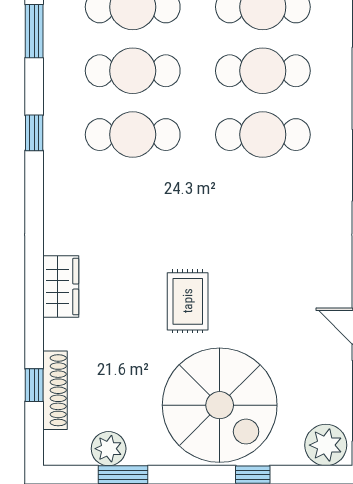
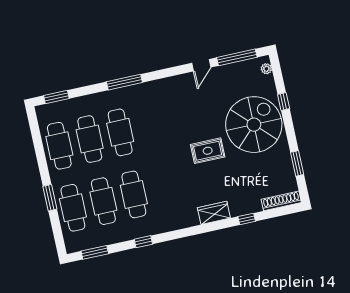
window: (34, 385) -> (247, 219), moved
shoe rack: (55, 390) -> (281, 201), moved
plant: (326, 445) -> (266, 69), width x0.53, depth x0.53
plant: (109, 449) -> (286, 173), removed

